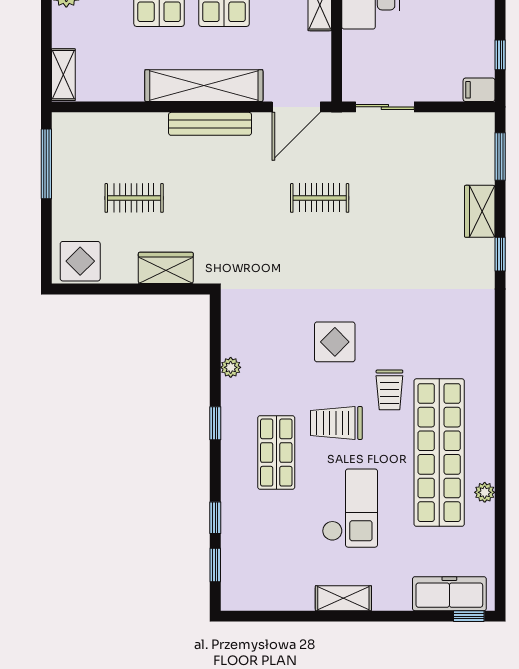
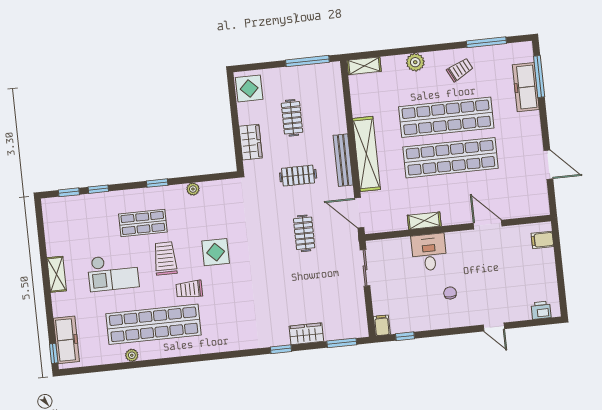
clothes rail: (227, 198) -> (298, 176), added

